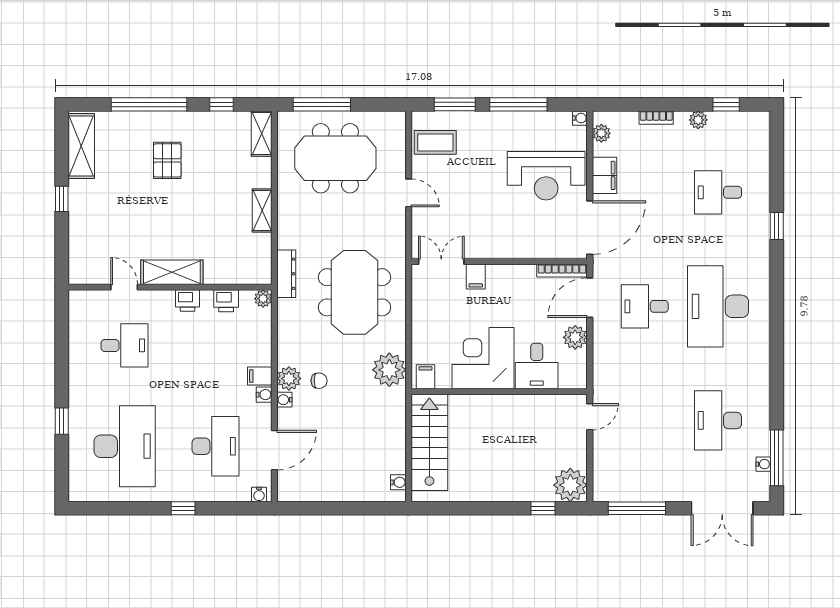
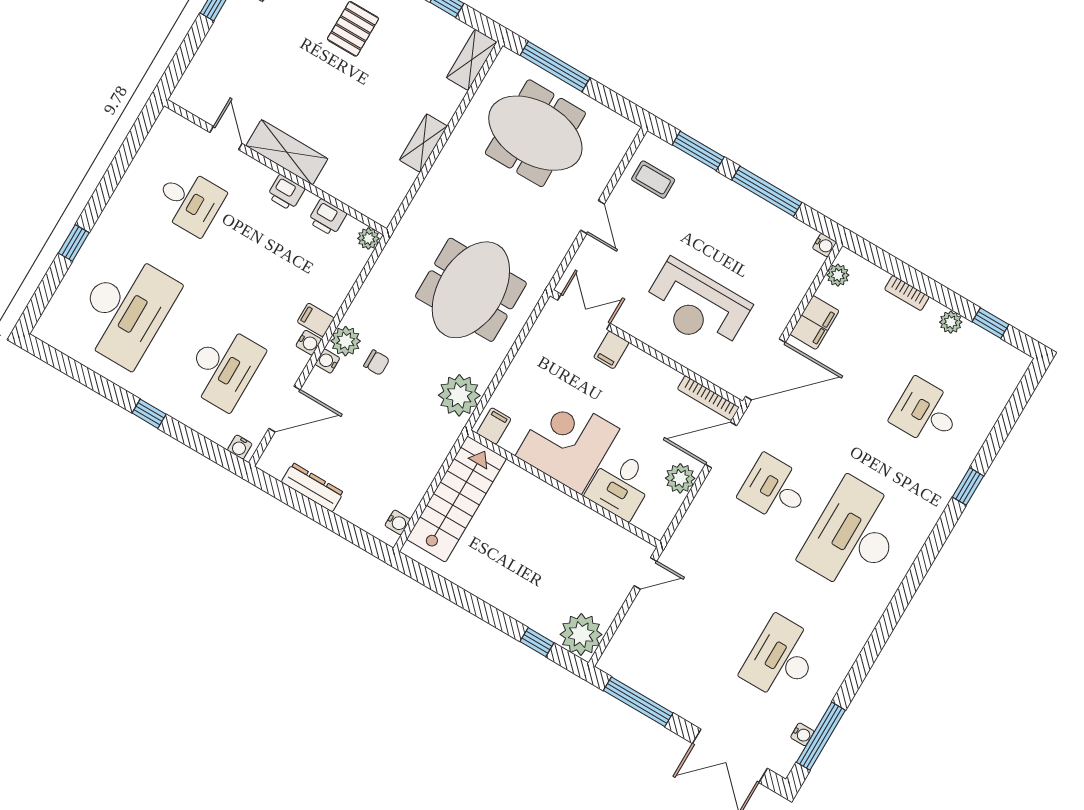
coffee table: (435, 142) -> (653, 180), width x0.73, depth x0.77
reception desk: (546, 176) -> (697, 306), moved
dresser: (286, 274) -> (313, 487), moved, turned -90

